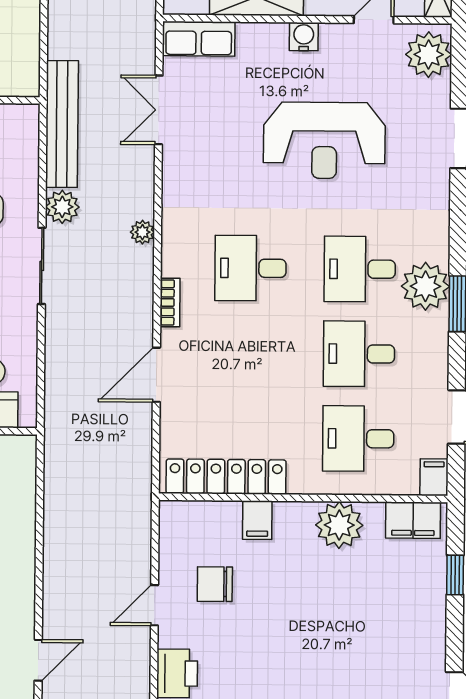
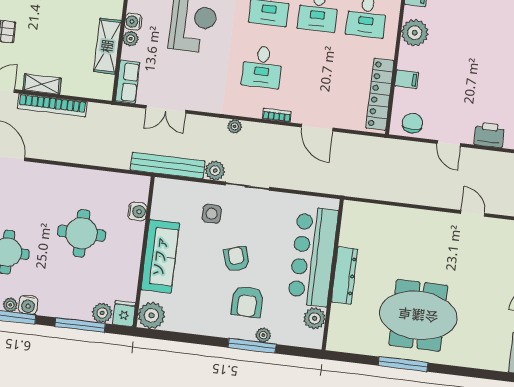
plant: (274, 35) -> (131, 39), added
chair: (215, 584) -> (412, 123), moved, turned 180

